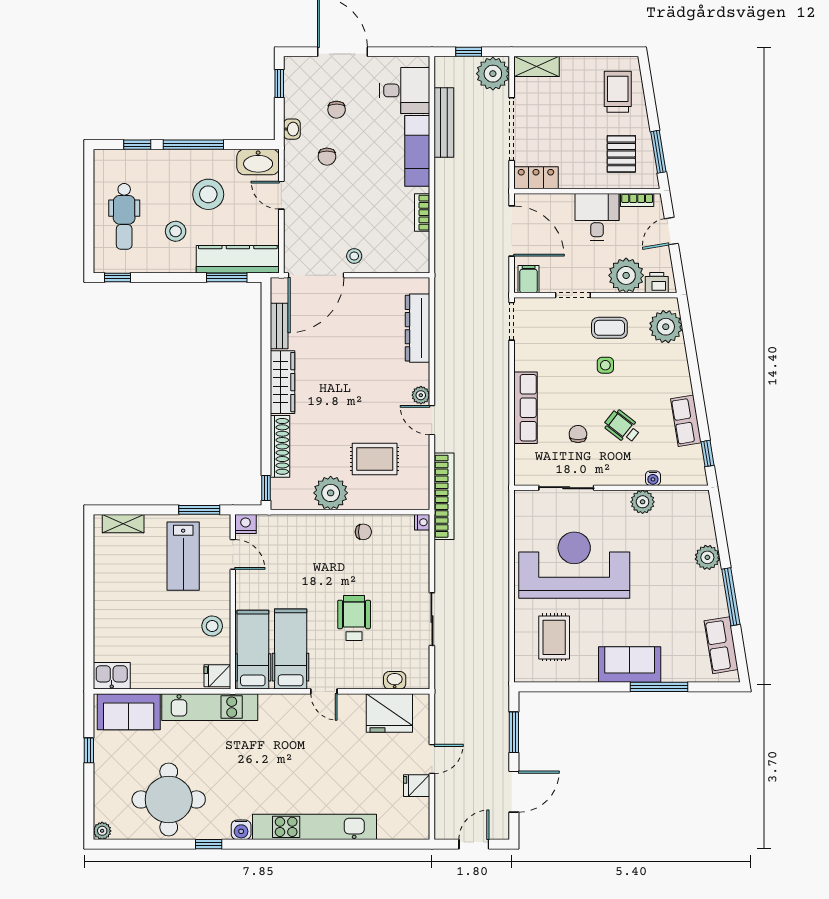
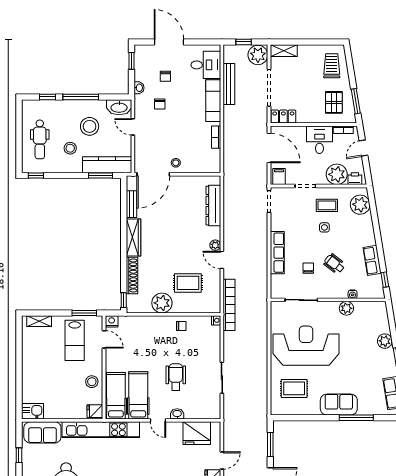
rug: (554, 637) -> (294, 388), turned 90
washbasin: (395, 680) -> (177, 414), moved
kitchen unit: (210, 707) -> (101, 430), width x1.36

